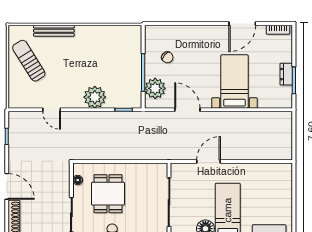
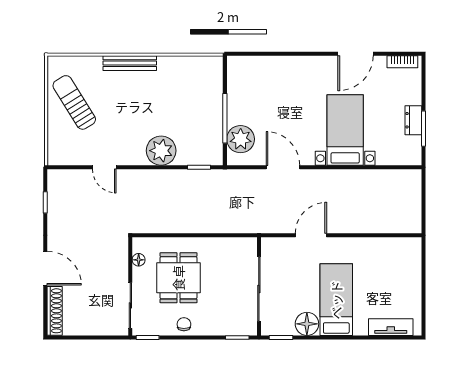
bench: (54, 31) -> (130, 63), moved
chair: (167, 57) -> (257, 98), removed

